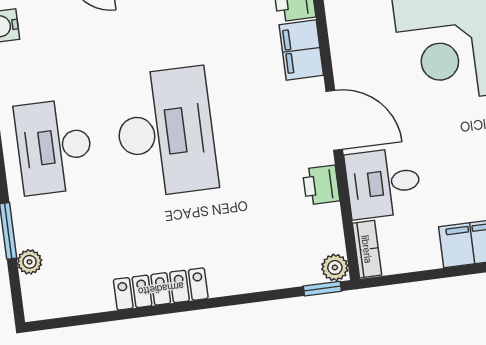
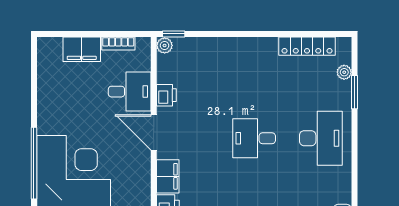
desk: (166, 132) -> (254, 138), width x0.53, depth x0.77
bookcase: (367, 249) -> (118, 43), moved, turned -90
locker: (161, 289) -> (307, 46), moved

